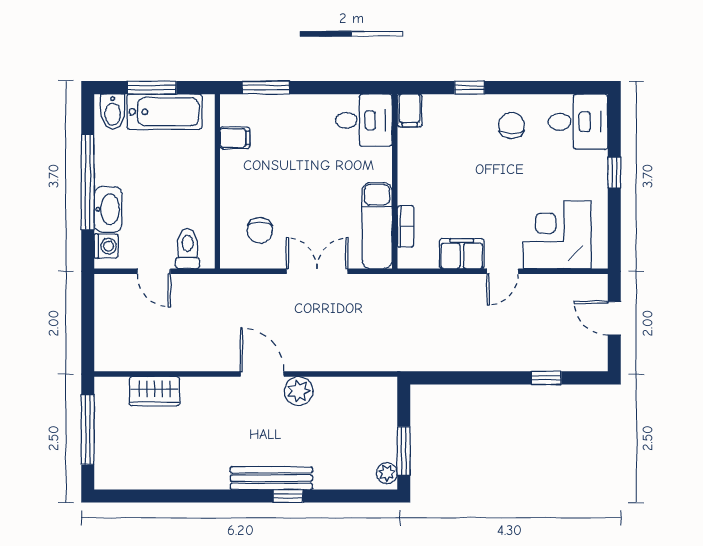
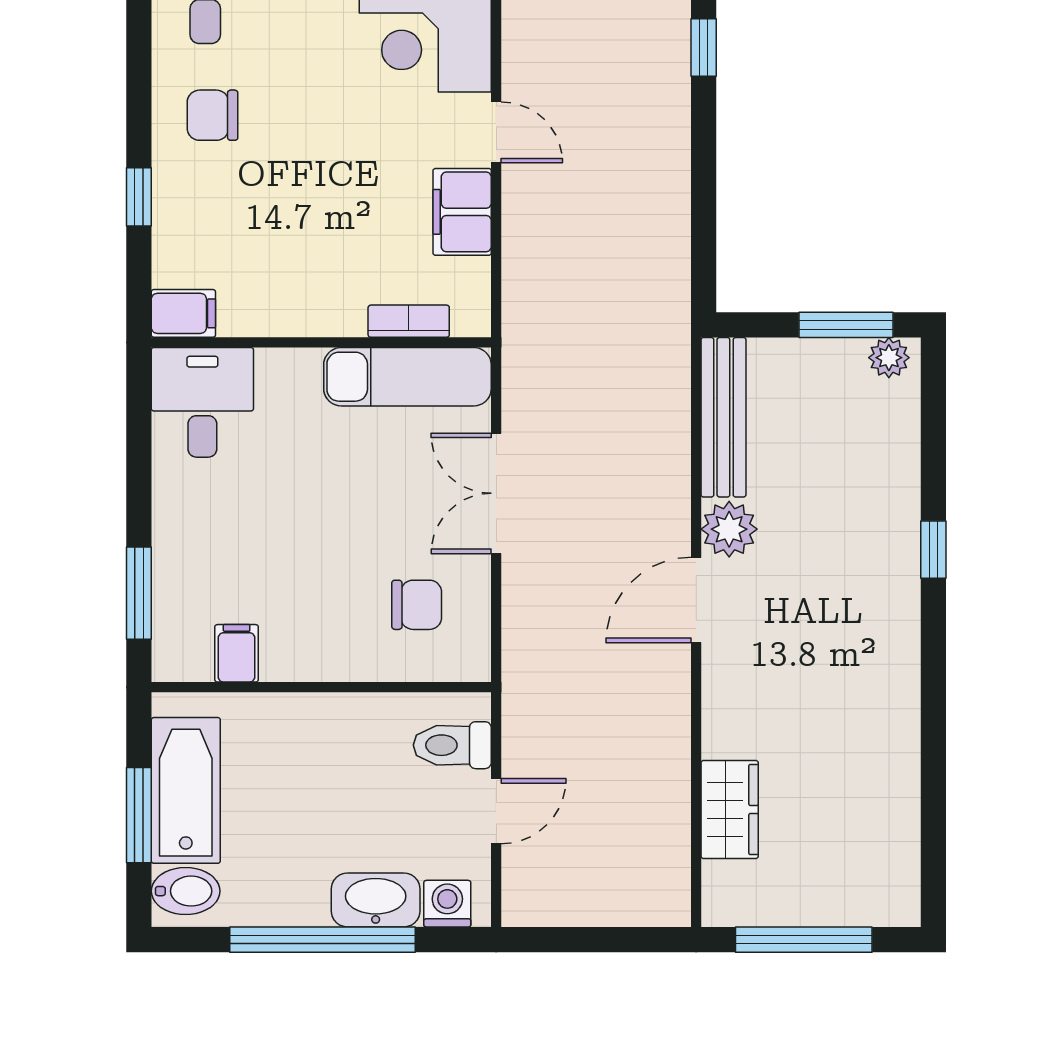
bench: (271, 478) -> (723, 417), moved

